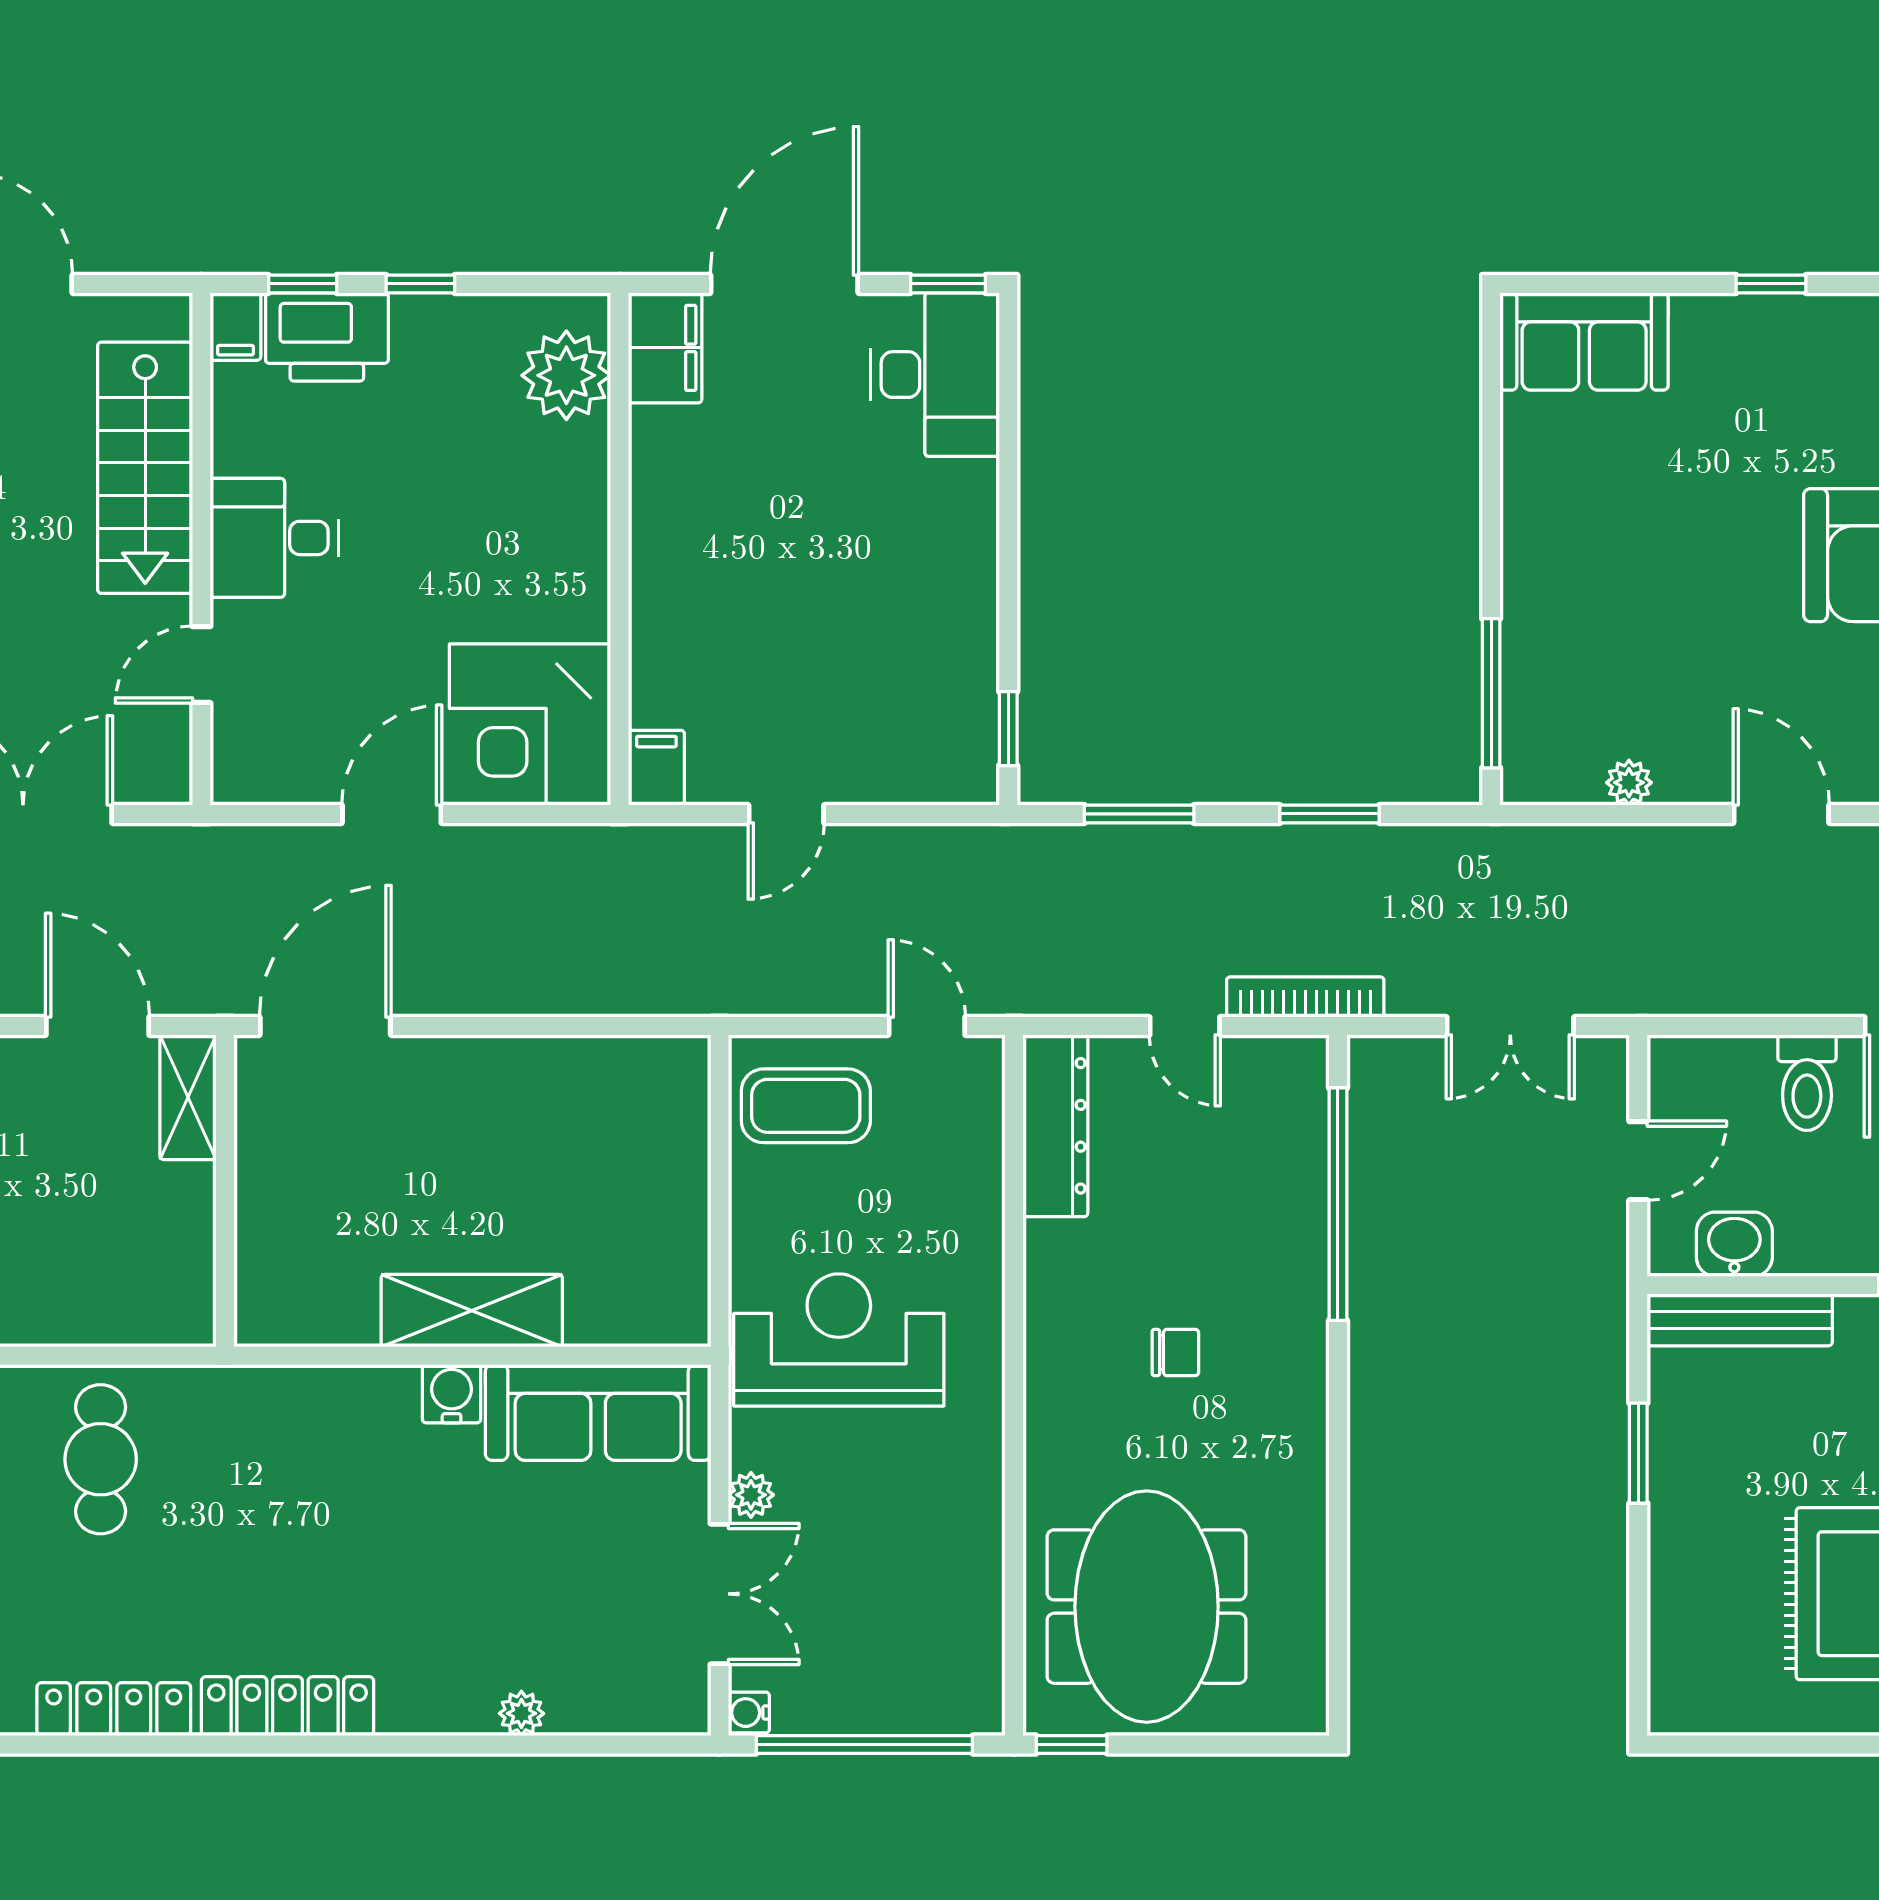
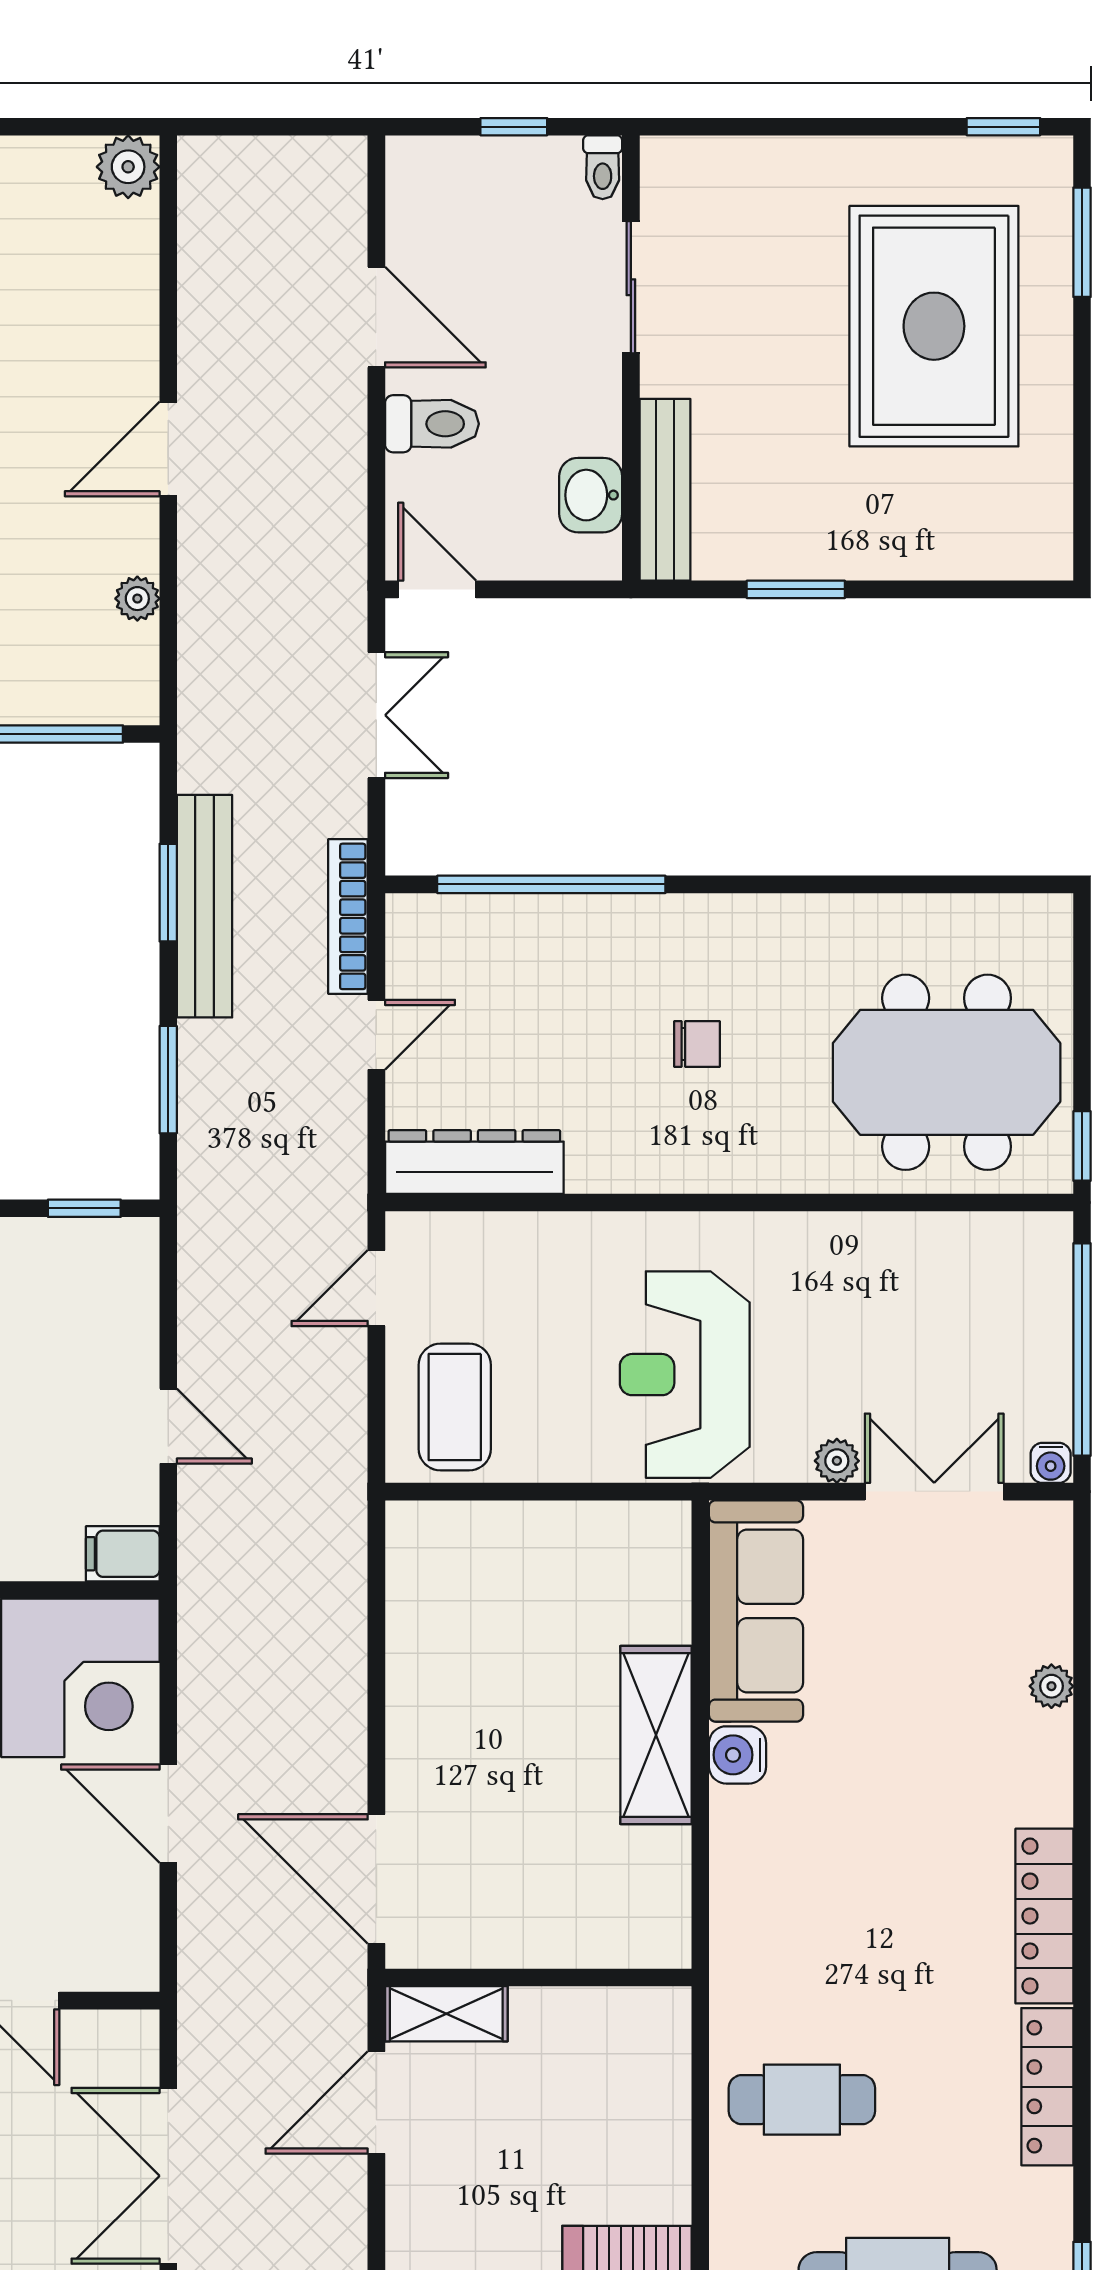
bench: (1316, 851) -> (205, 906), added
door: (1638, 1161) -> (437, 589), moved
chair: (1175, 1352) -> (697, 1044), turned 90

